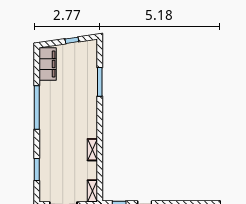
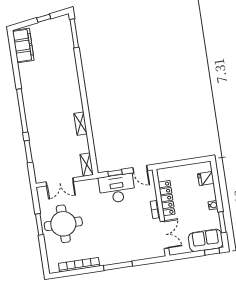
window: (100, 82) -> (74, 33), moved
window: (37, 108) -> (22, 111), moved

